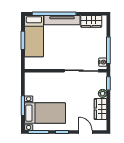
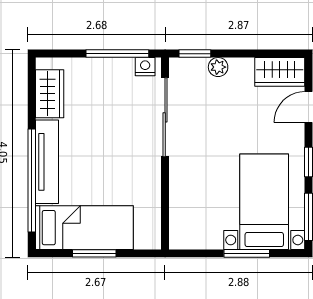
wardrobe: (101, 109) -> (280, 72), moved

